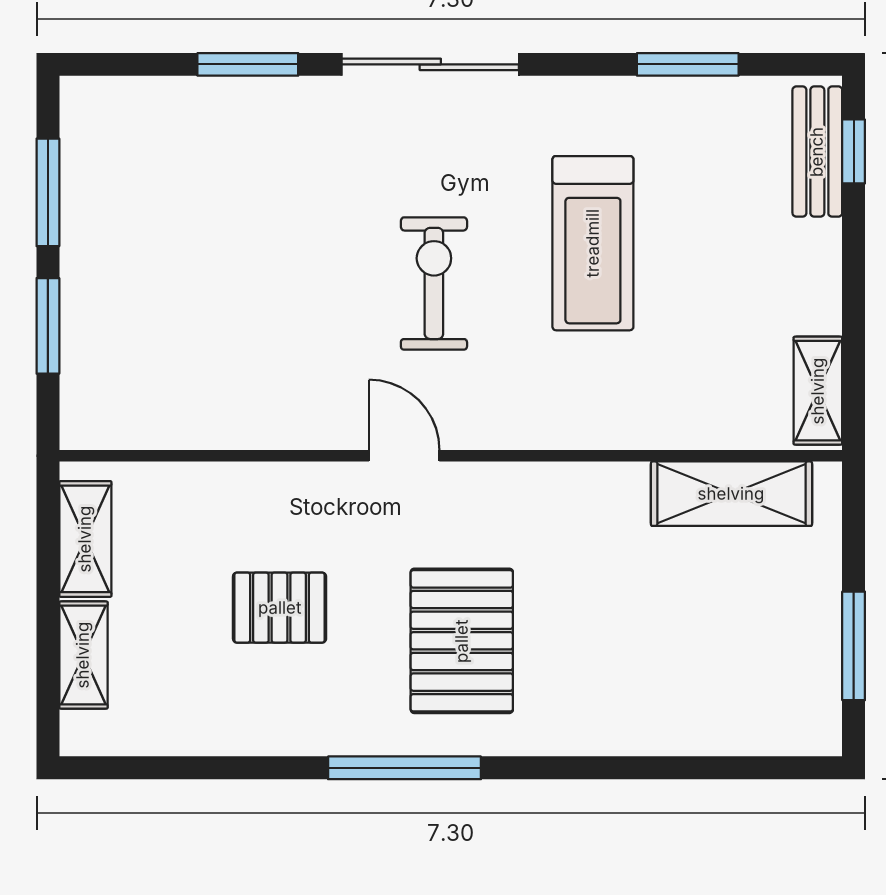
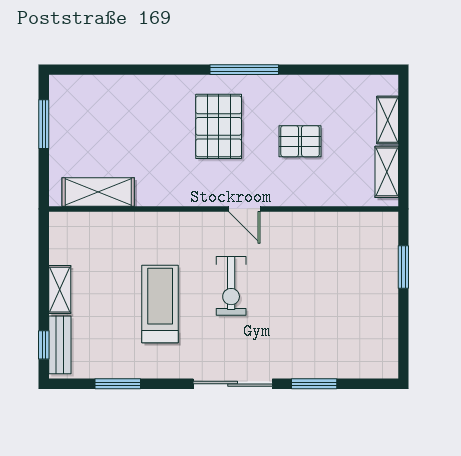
window: (48, 192) -> (403, 327), removed
shelving: (818, 391) -> (60, 290), moved

